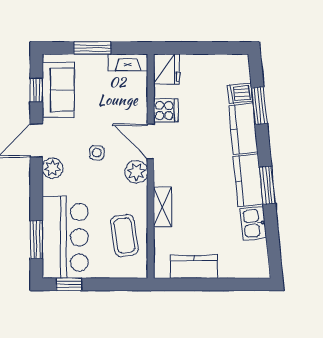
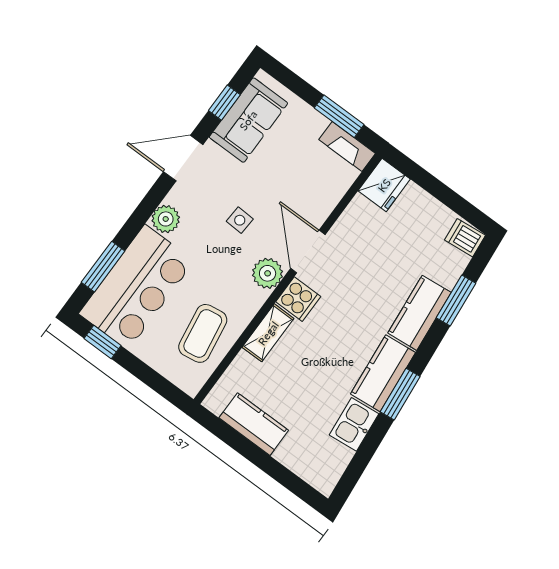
window: (92, 48) -> (339, 116), moved
dishwasher: (240, 93) -> (465, 238), moved
cooker: (166, 111) -> (298, 299), moved
plant: (53, 168) -> (166, 219), moved

